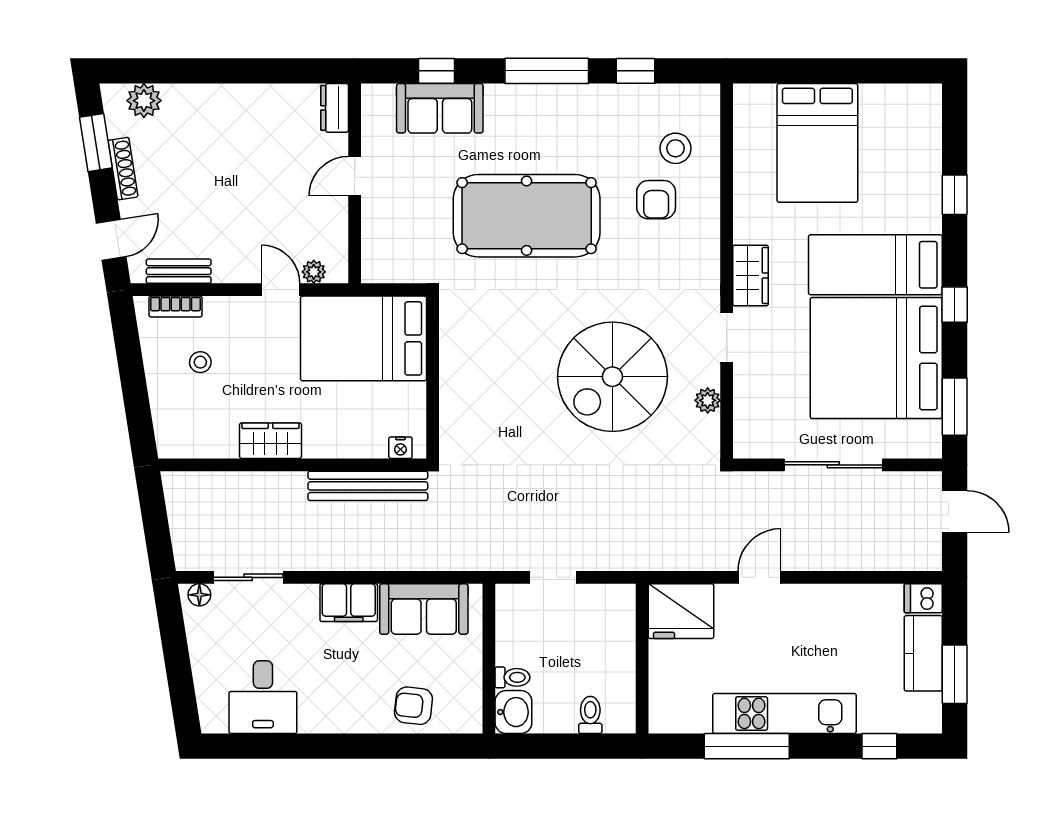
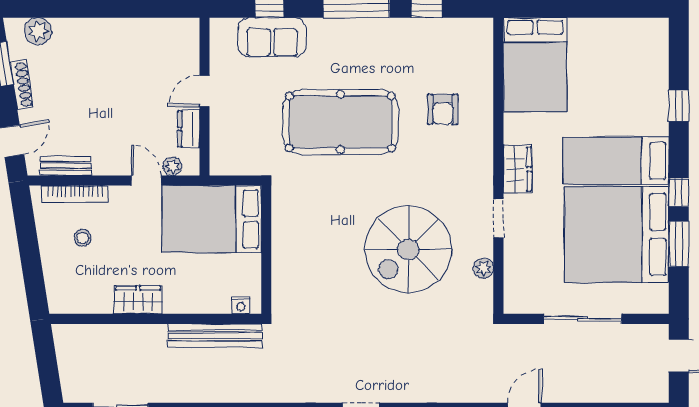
dresser: (335, 108) -> (189, 129), moved
bed: (817, 143) -> (535, 65), moved
stool: (676, 148) -> (458, 69), removed
bookcase: (176, 307) -> (75, 194), width x1.56
window: (955, 407) -> (679, 244), moved

